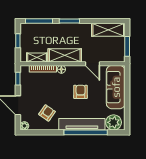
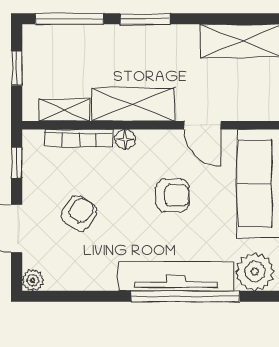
armchair: (81, 92) -> (173, 195), turned 90
armchair: (47, 113) -> (79, 213), moved

